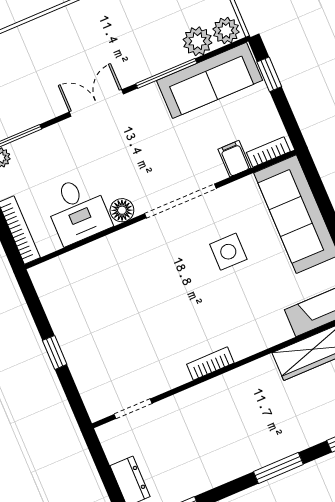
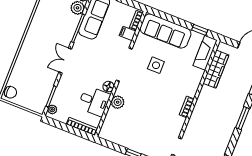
plant: (112, 249) -> (118, 102), added

